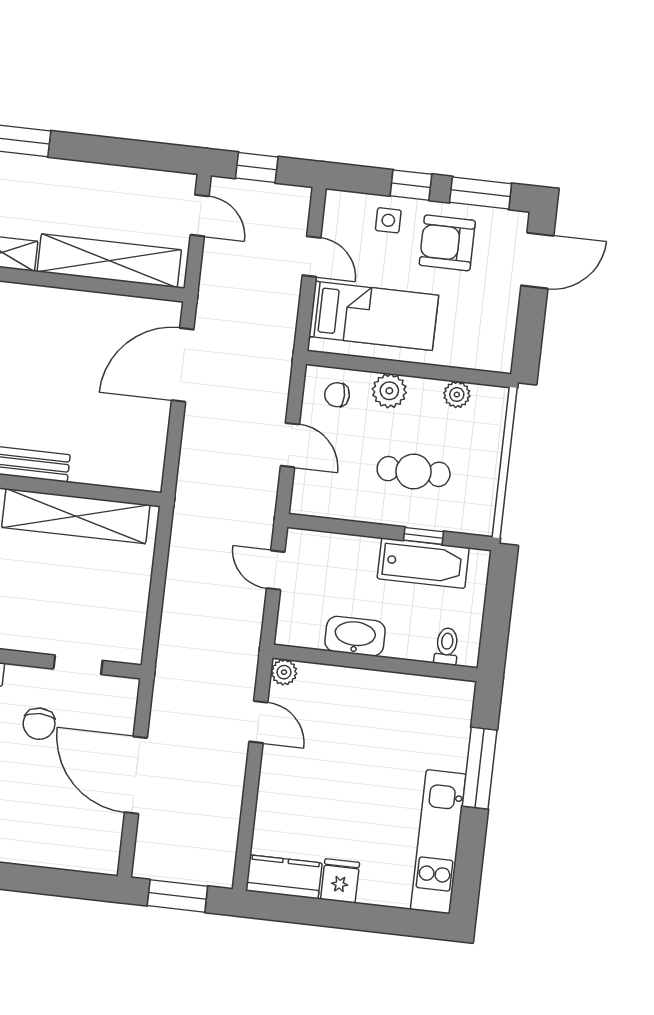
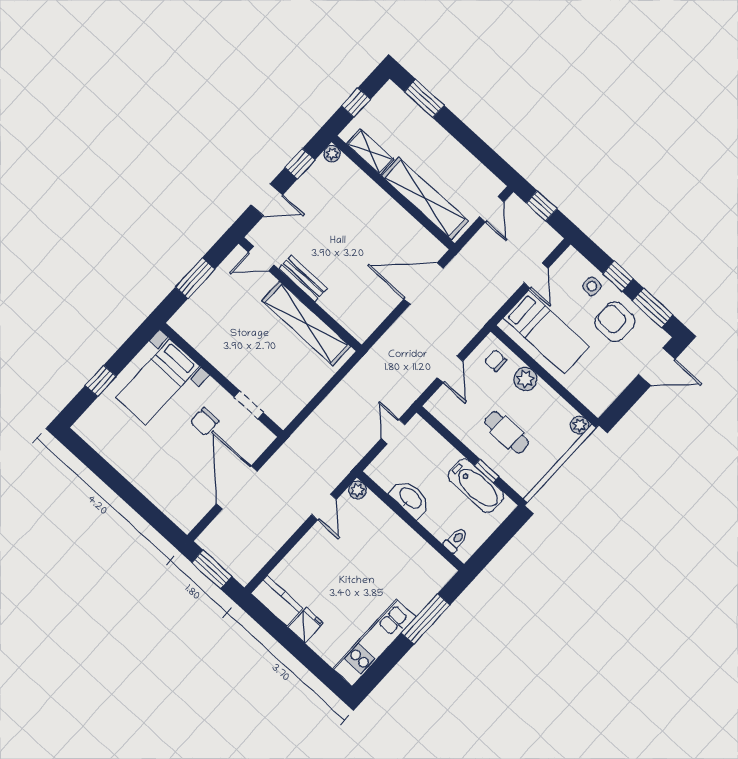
plant: (457, 395) -> (580, 425), moved

